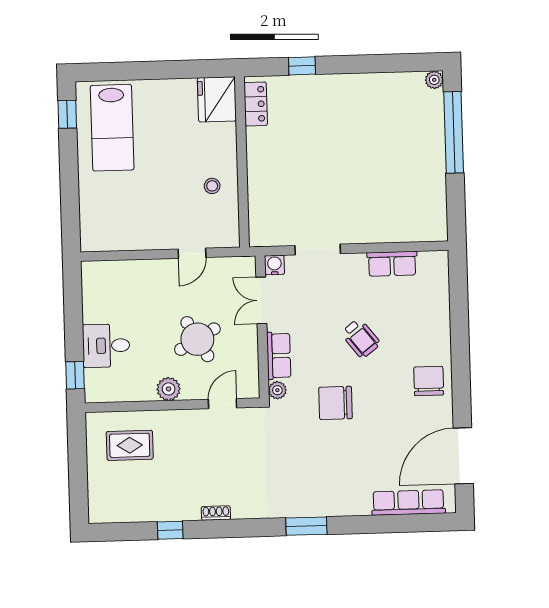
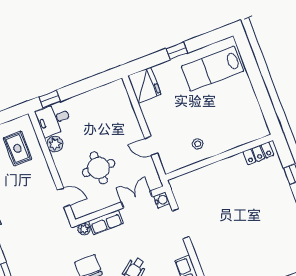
fridge: (217, 99) -> (144, 85), moved, turned 90
window: (67, 114) -> (177, 51), moved
round table: (197, 339) -> (99, 168), turned 30
desk: (106, 346) -> (54, 120), moved, turned -90
plant: (169, 389) -> (55, 144), moved

